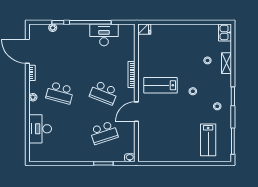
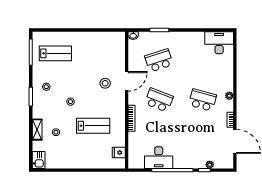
fridge: (144, 29) -> (119, 153), moved
lab bench: (160, 85) -> (93, 126), moved
stool: (158, 110) -> (105, 83), added
desk: (40, 129) -> (219, 43), moved, turned -90
lab bench: (208, 140) -> (55, 53), turned 90

